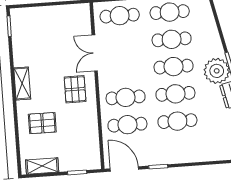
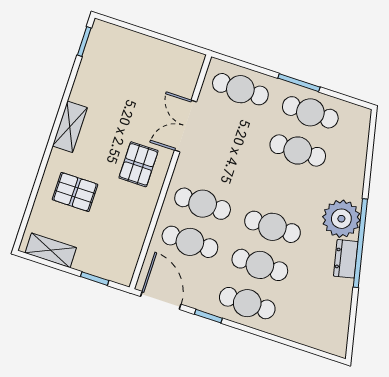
cafe table: (174, 67) -> (247, 303), moved

